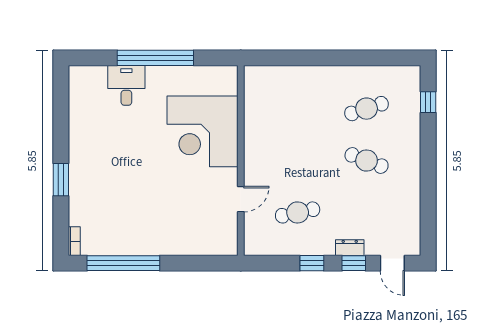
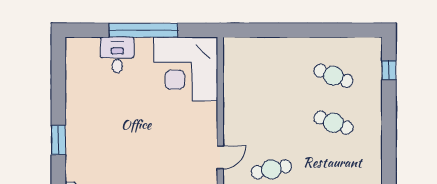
cafe table: (367, 109) -> (333, 76), turned 39
corner desk: (202, 131) -> (186, 69), moved

